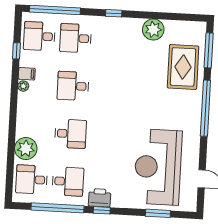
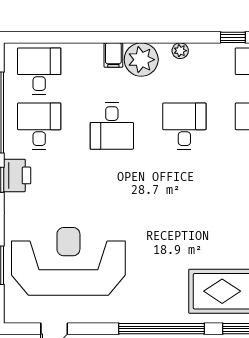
filing cabinet: (27, 74) -> (113, 55), moved
plant: (26, 149) -> (141, 60), moved
desk: (68, 181) -> (39, 126), turned 180

